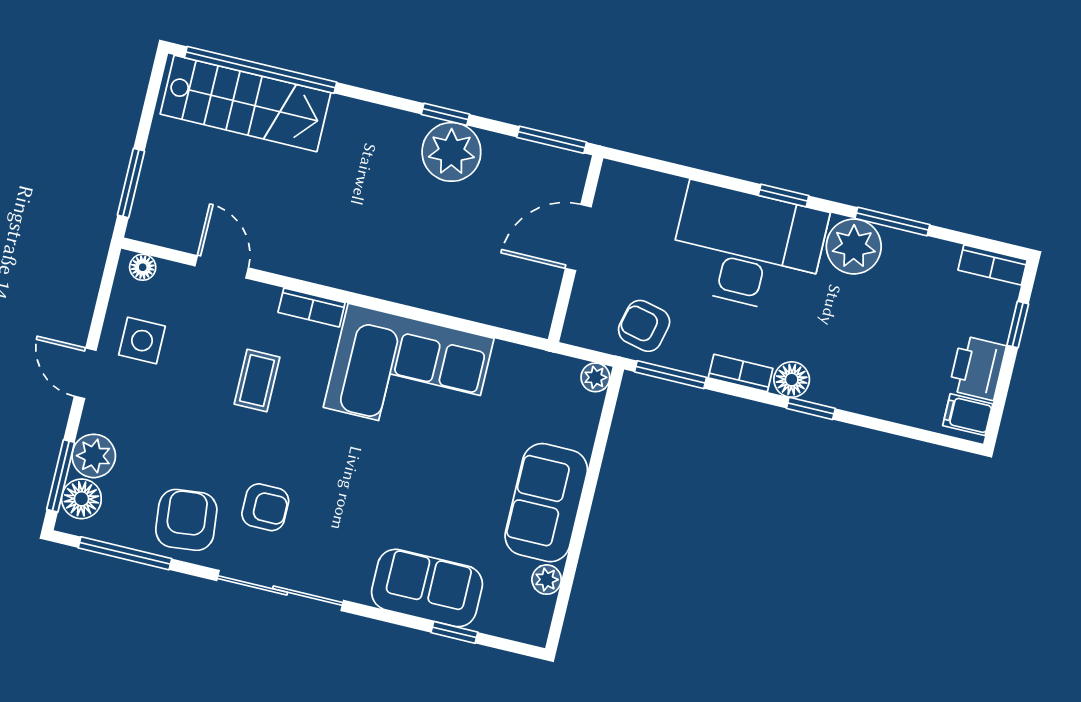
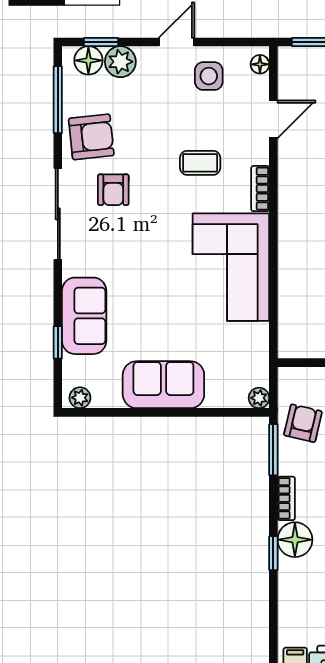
floor lamp: (792, 380) -> (295, 540), width x1.38, depth x1.38
window: (61, 476) -> (101, 42), width x0.67
plant: (547, 580) -> (80, 398), moved

